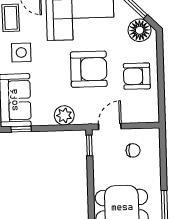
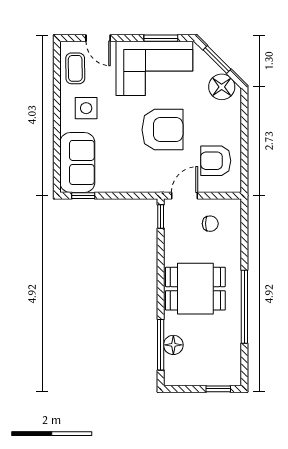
armchair: (137, 76) -> (216, 161), moved
plant: (64, 115) -> (133, 181), removed

